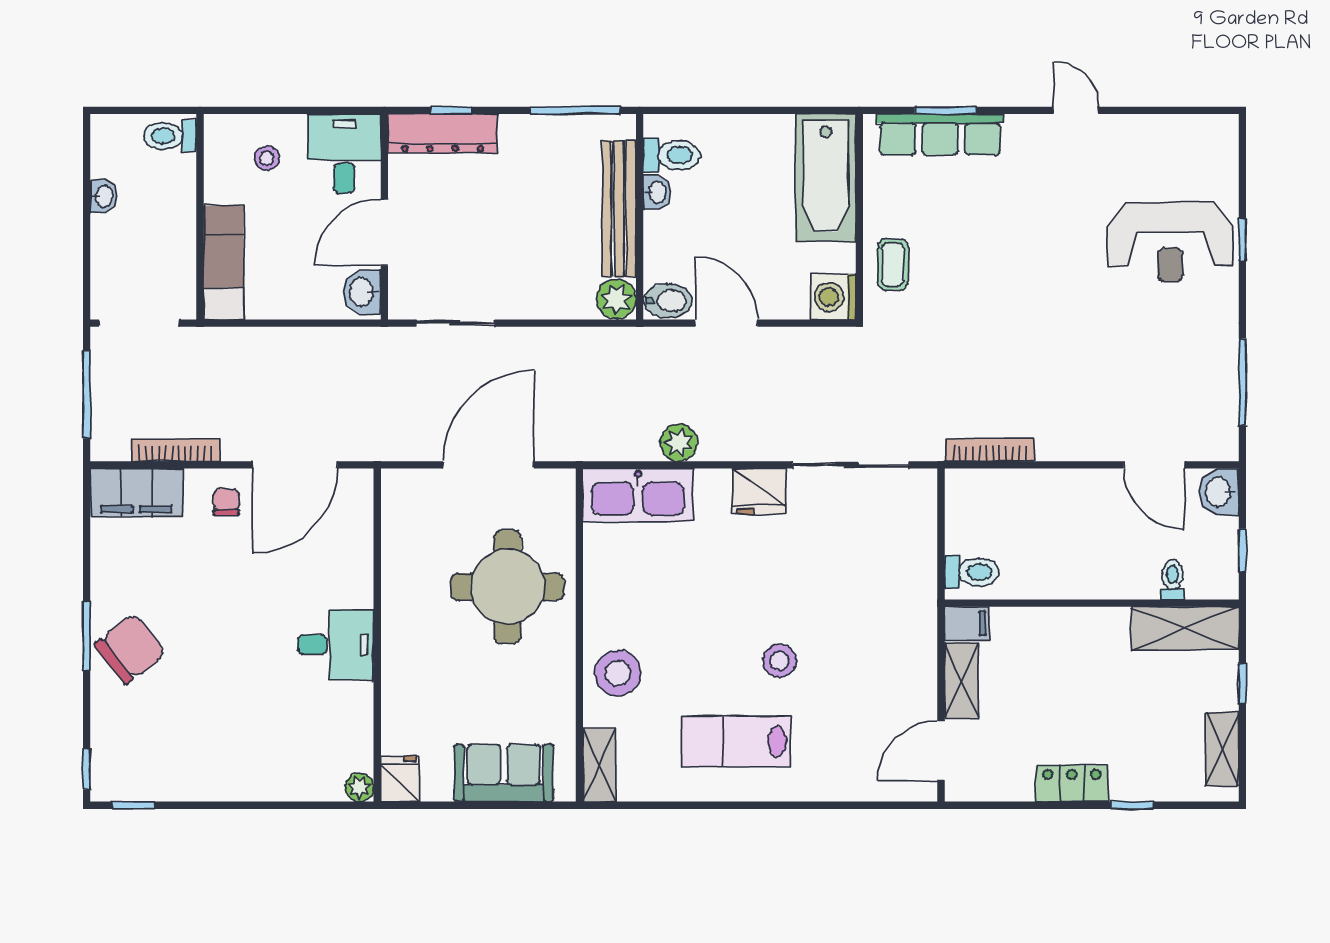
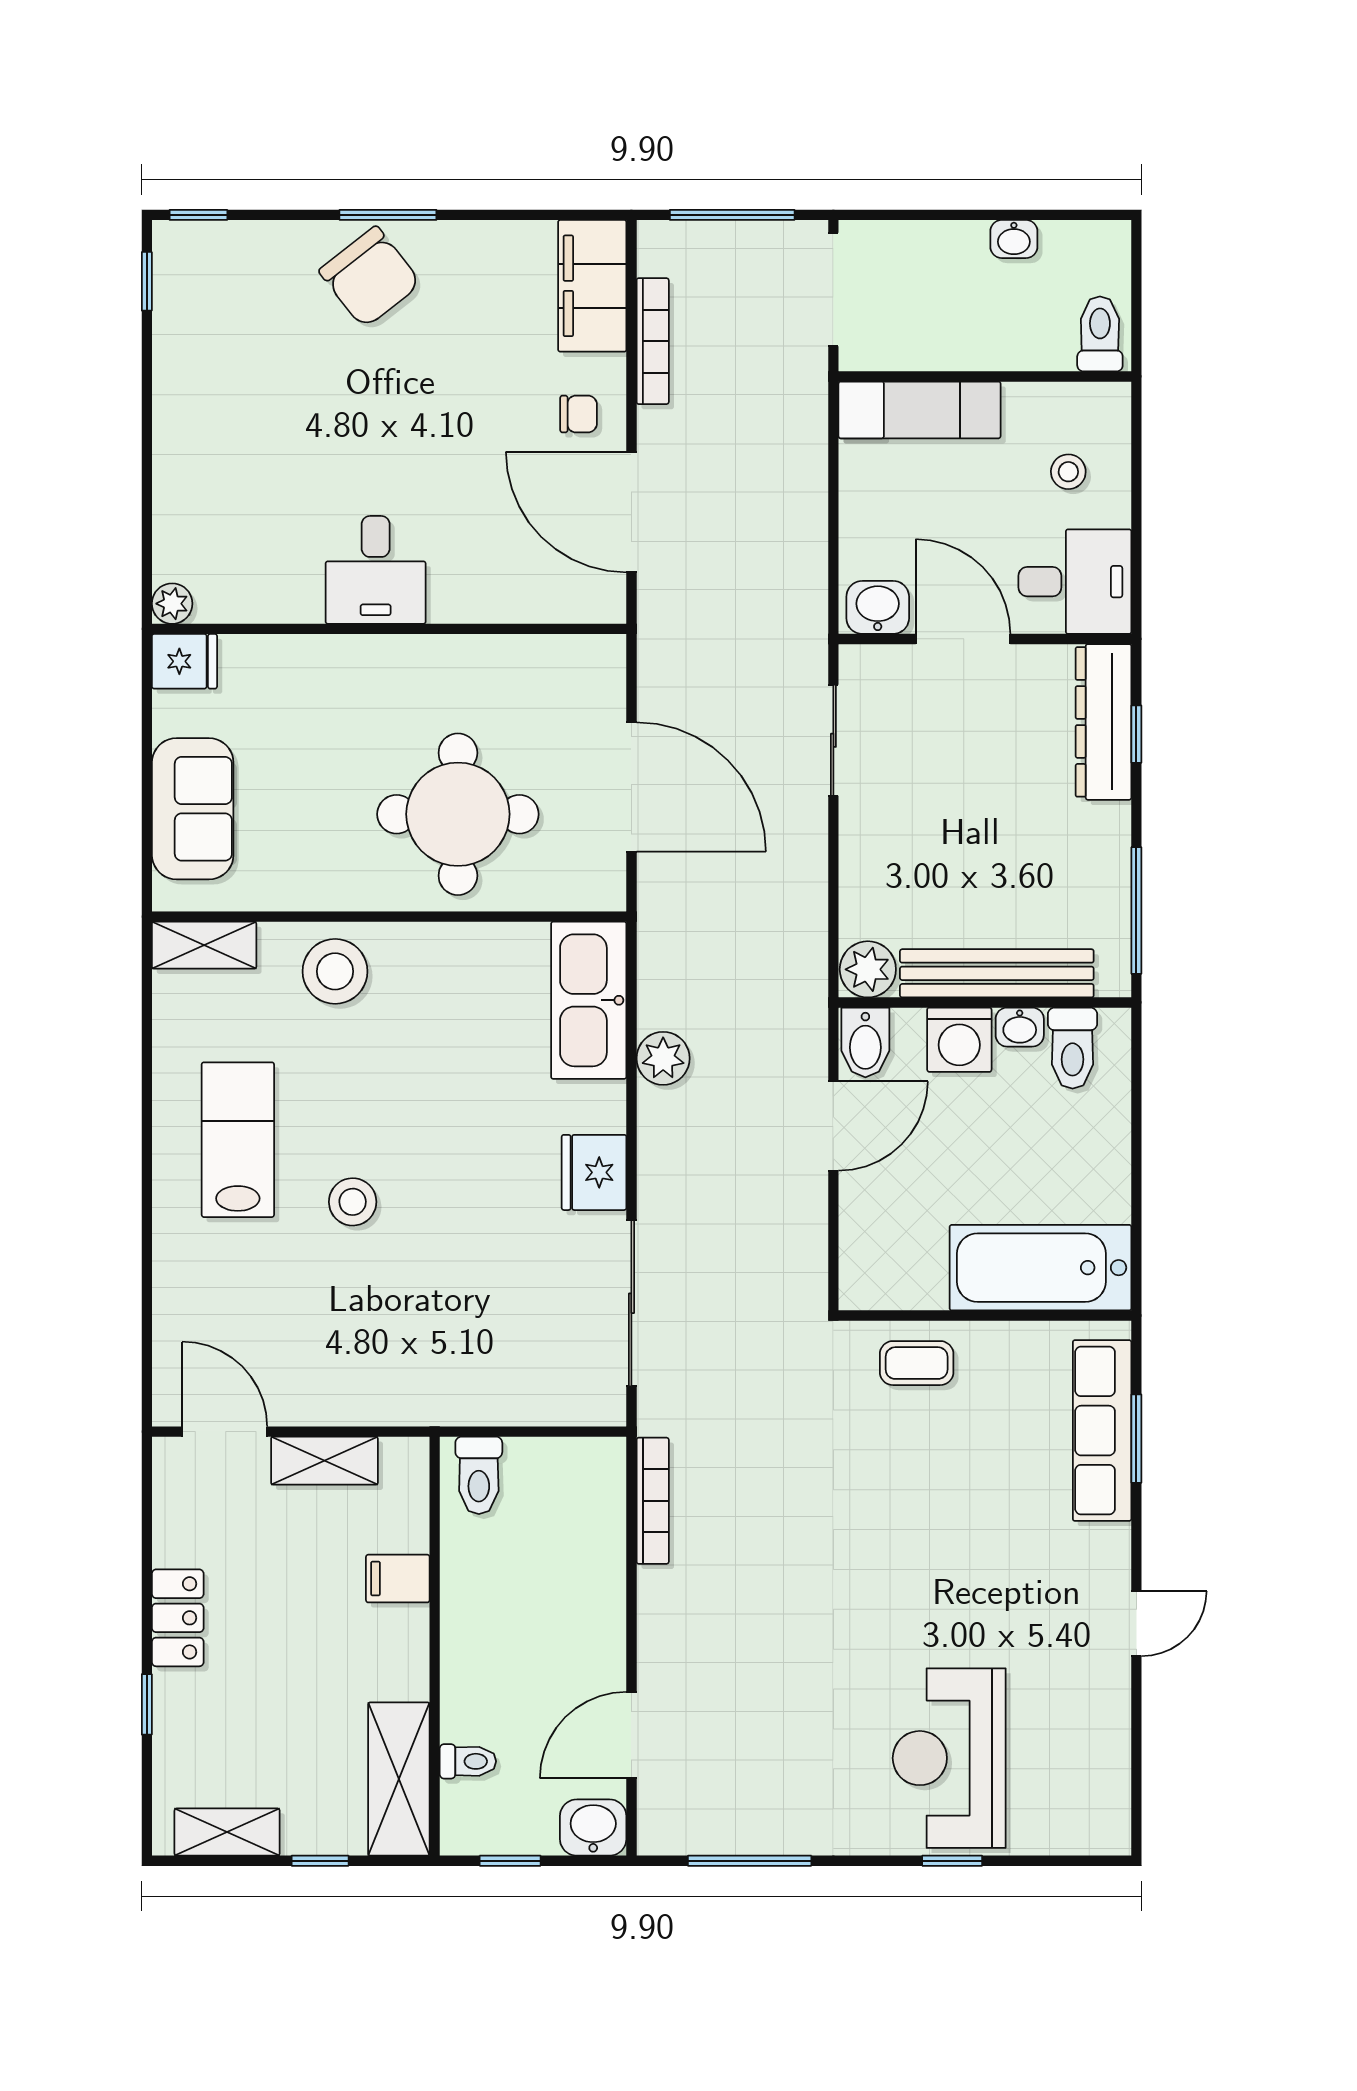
washing machine: (833, 297) -> (959, 1040), moved, turned 180
filing cabinet: (967, 623) -> (398, 1579), moved, turned 90

